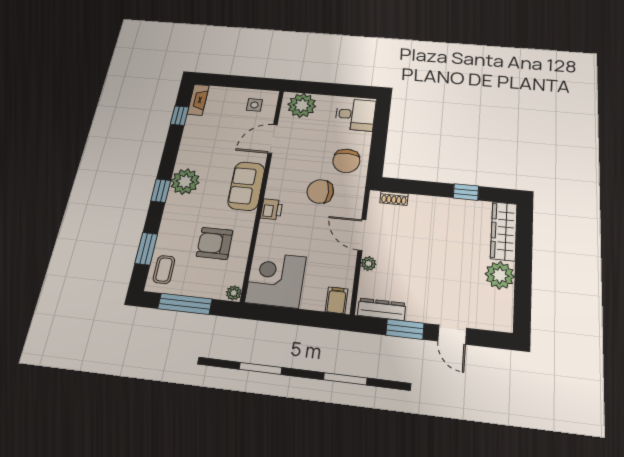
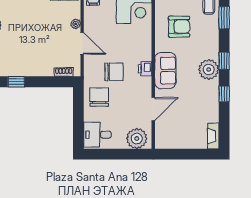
side table: (254, 105) -> (171, 136), removed
window: (180, 116) -> (224, 94), moved
printer: (272, 209) -> (145, 69), moved

